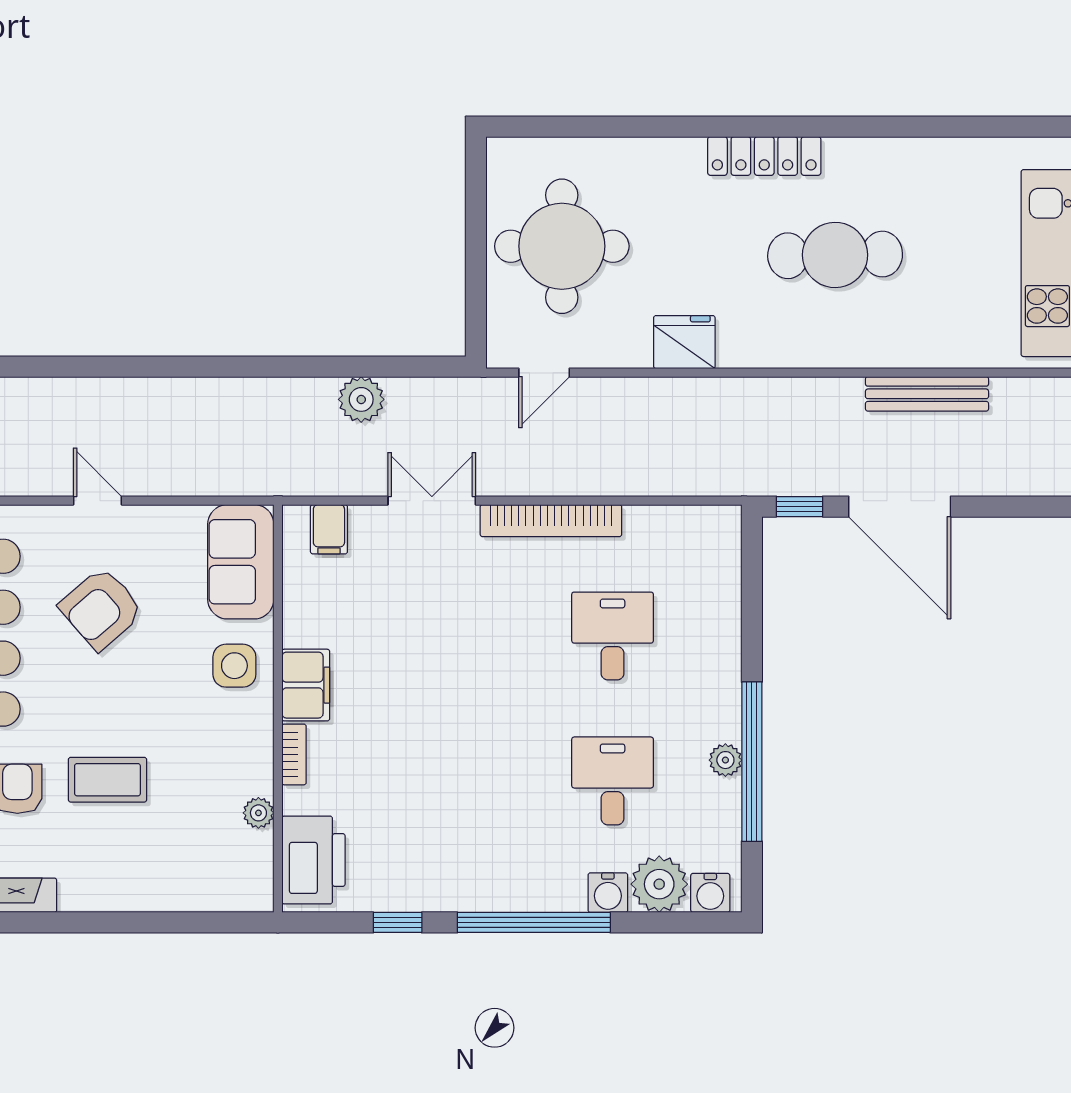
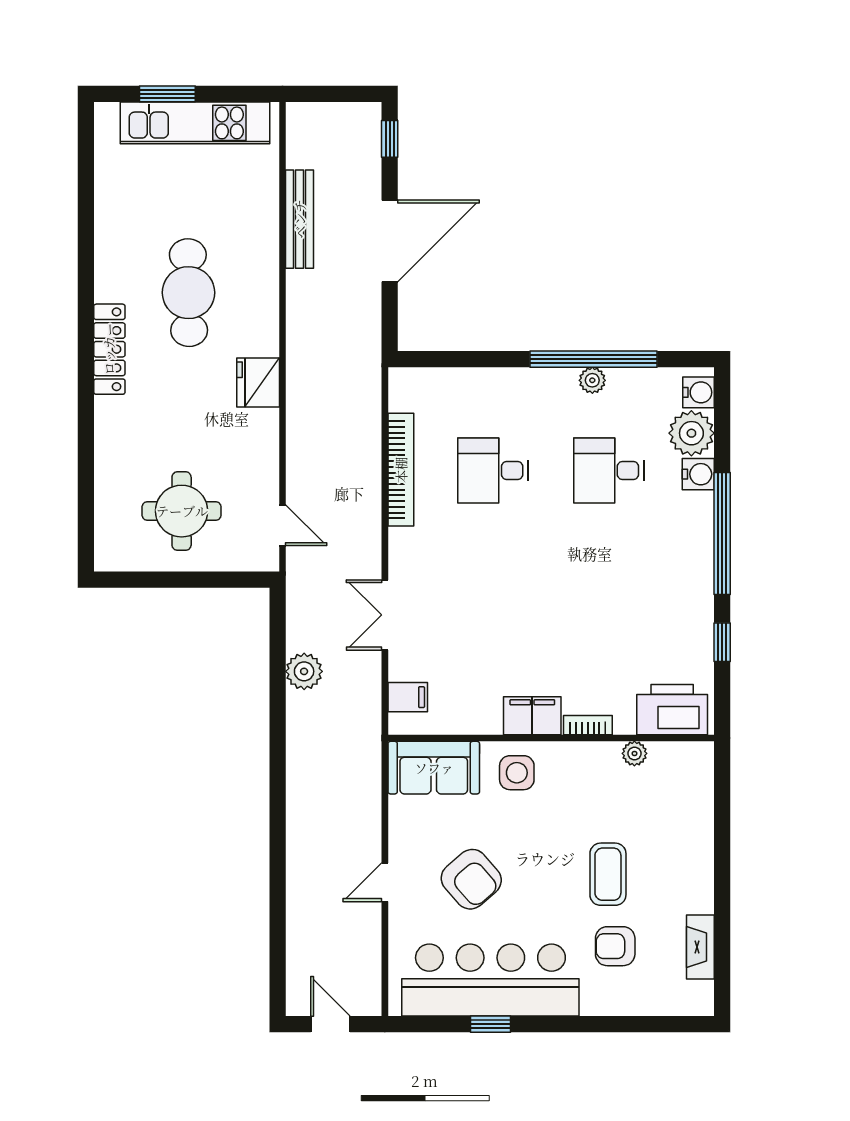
round table: (562, 246) -> (182, 511), width x0.73, depth x0.73
fridge: (684, 342) -> (258, 383), moved
window: (799, 507) -> (390, 139), moved
bookcase: (551, 521) -> (401, 470), moved

